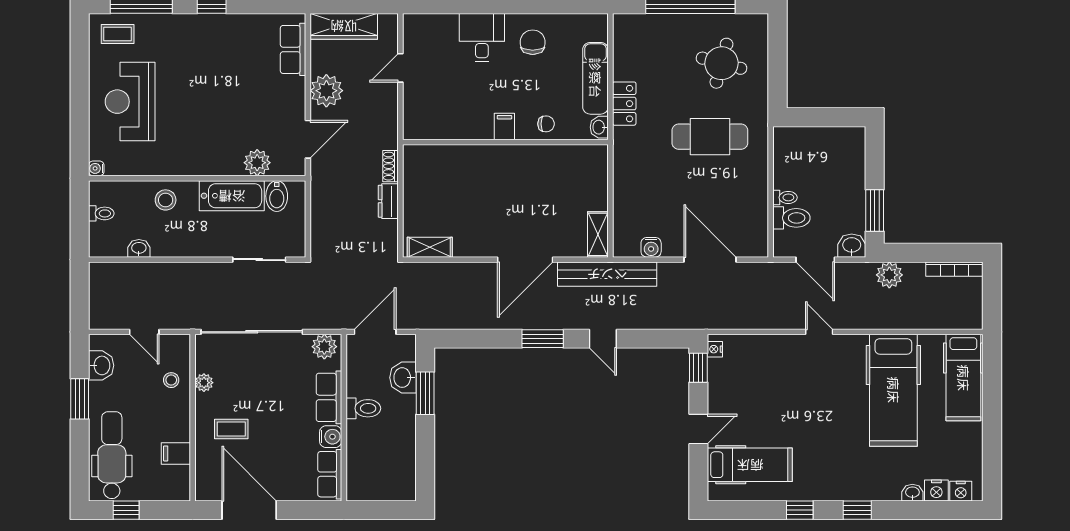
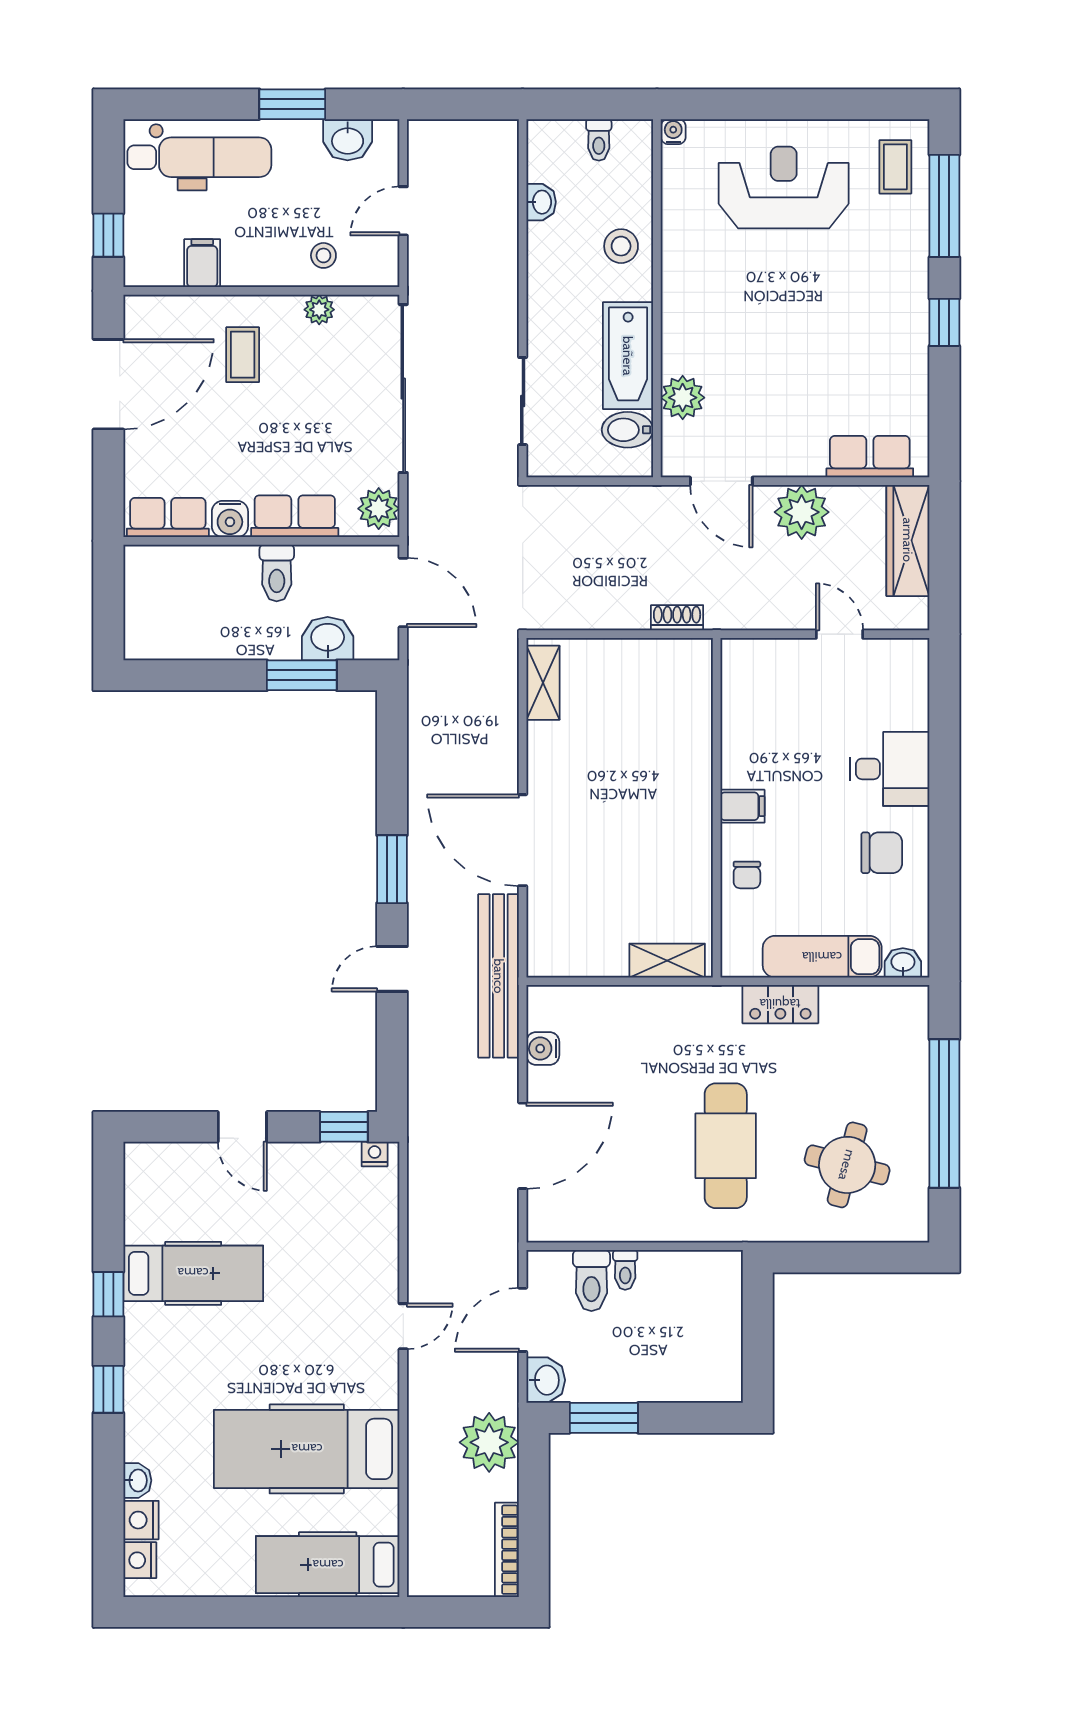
washbasin: (599, 127) -> (903, 963), moved
dresser: (388, 201) -> (619, 614), removed
shelving: (598, 234) -> (667, 961), moved
plant: (889, 275) -> (489, 1442), width x1.36, depth x1.36
hospital bed: (750, 465) -> (193, 1273), moved, turned -90
window: (126, 510) -> (108, 235), moved

